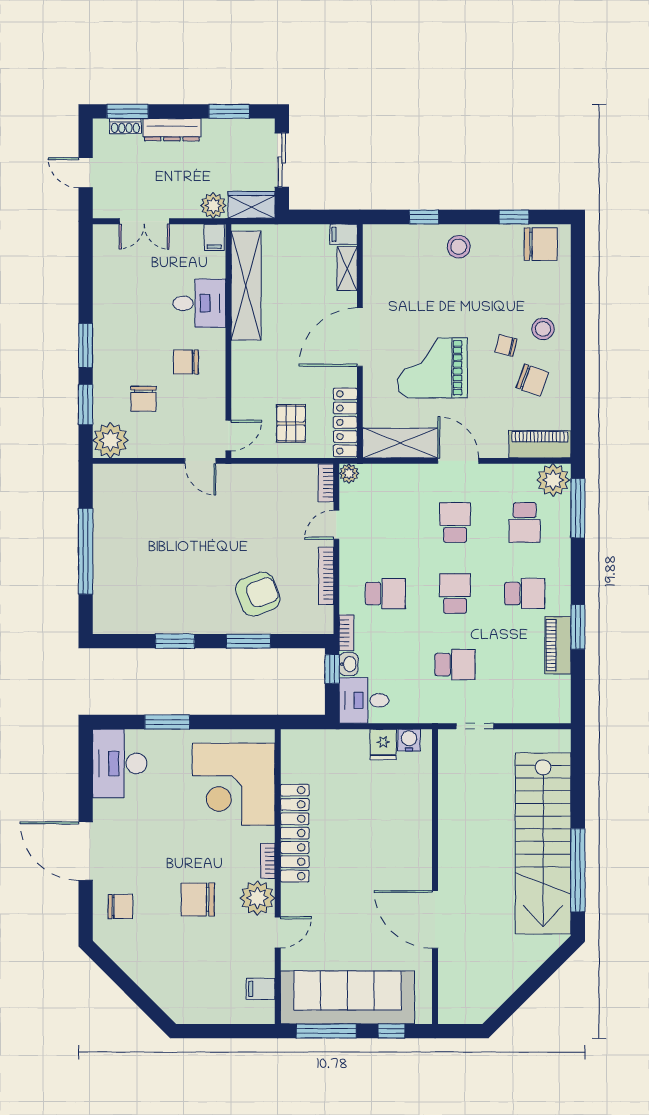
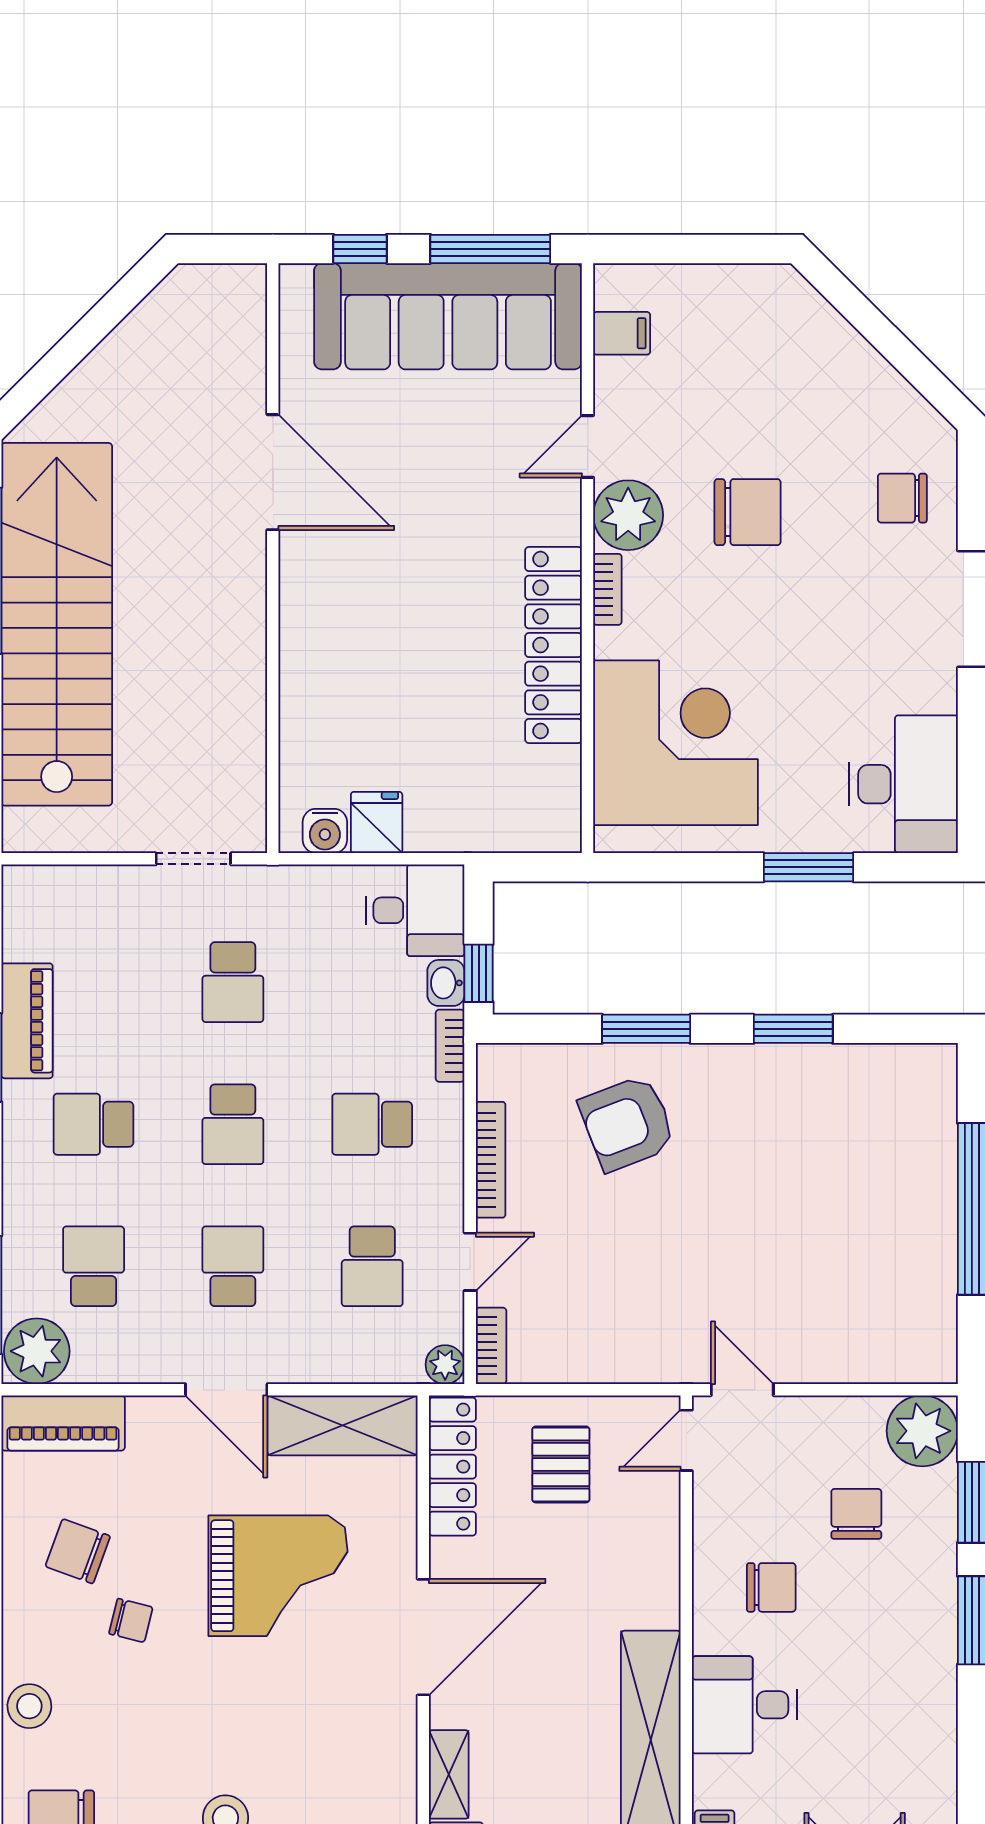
stool: (543, 329) -> (29, 1706), moved
school desk: (385, 522) -> (372, 1266), added
school desk: (455, 522) -> (233, 1266), turned 180
school desk: (455, 665) -> (233, 982), turned -90

